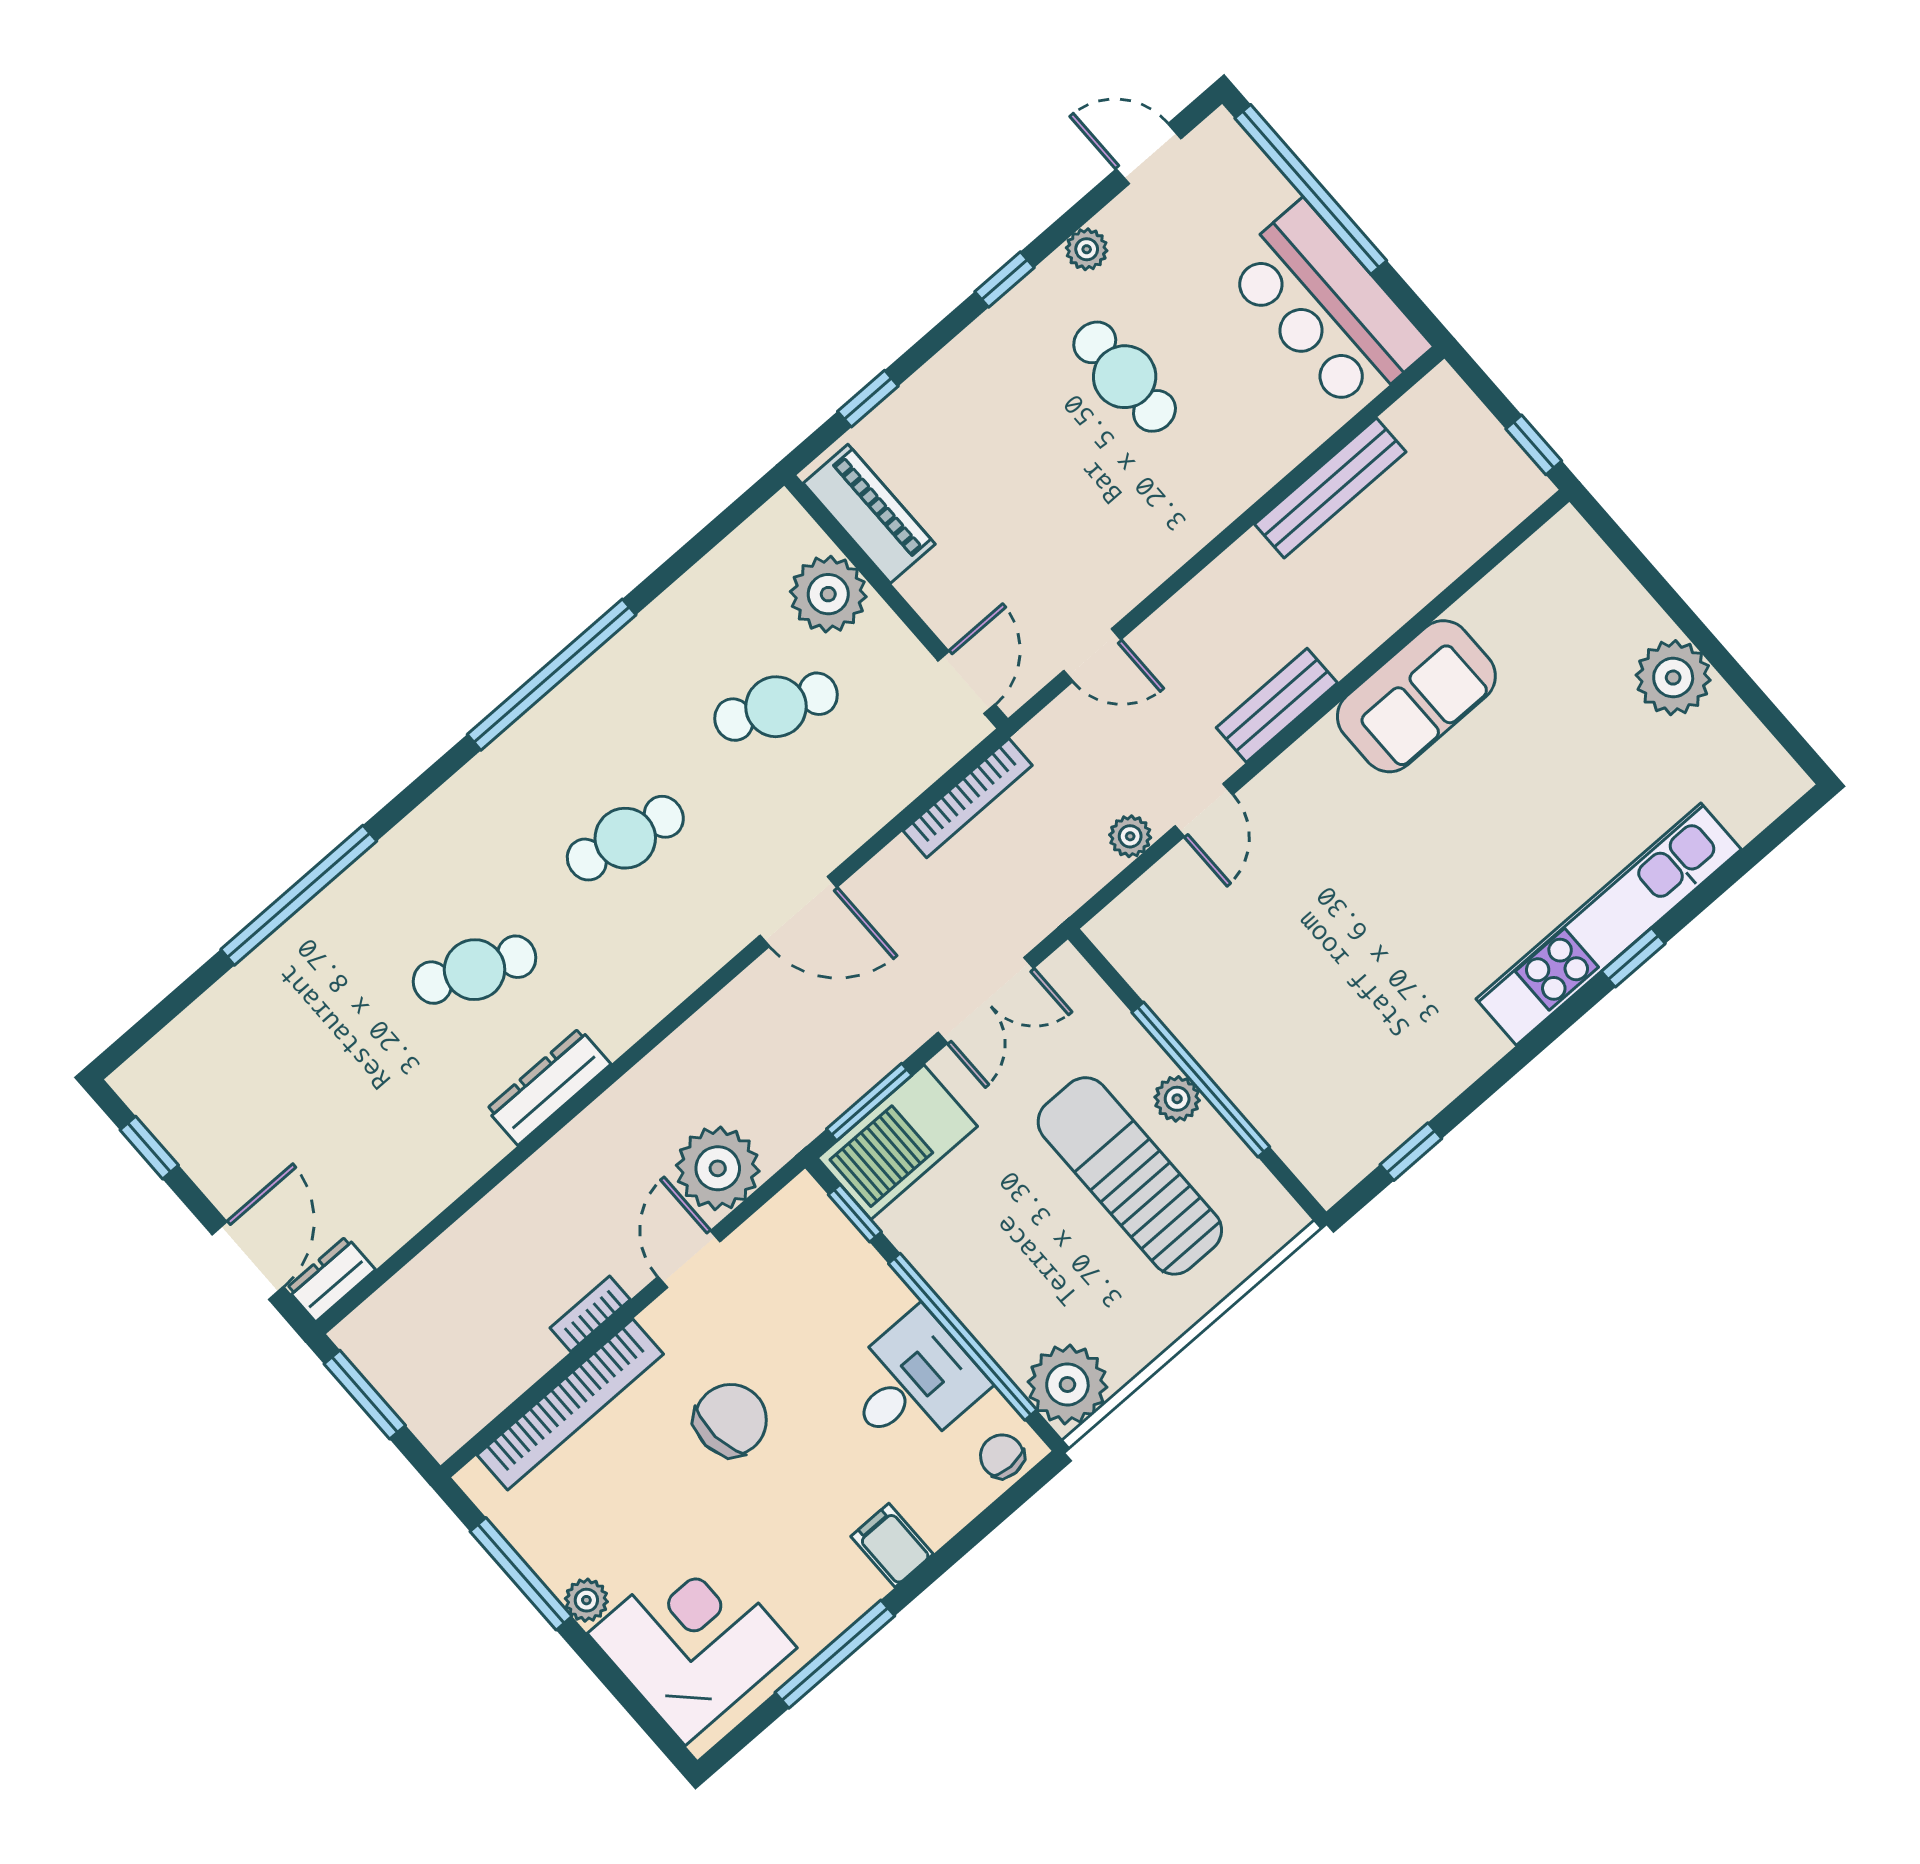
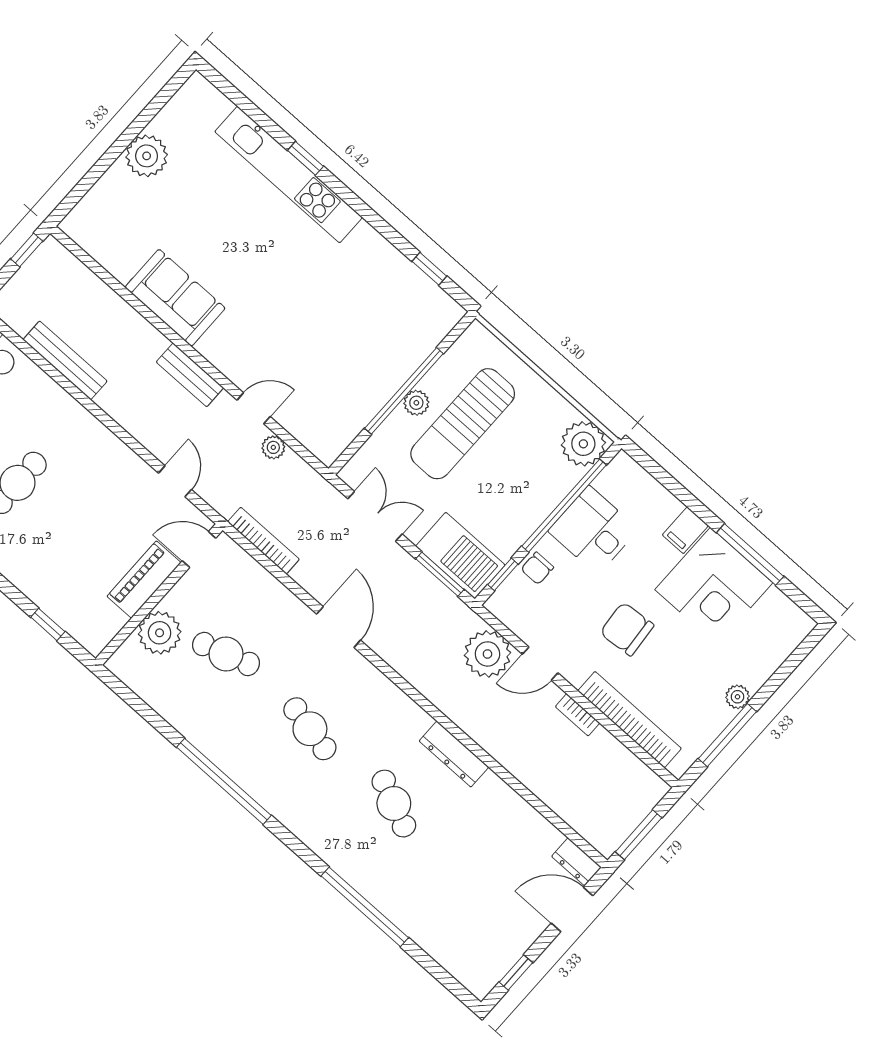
piano: (869, 514) -> (144, 580), moved
cafe table: (776, 707) -> (226, 654), turned -42
chair: (1002, 1456) -> (537, 568), moved
corner desk: (692, 1641) -> (714, 586), moved, turned -90

